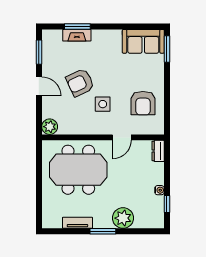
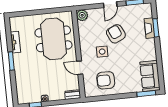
plant: (123, 218) -> (22, 74), removed

